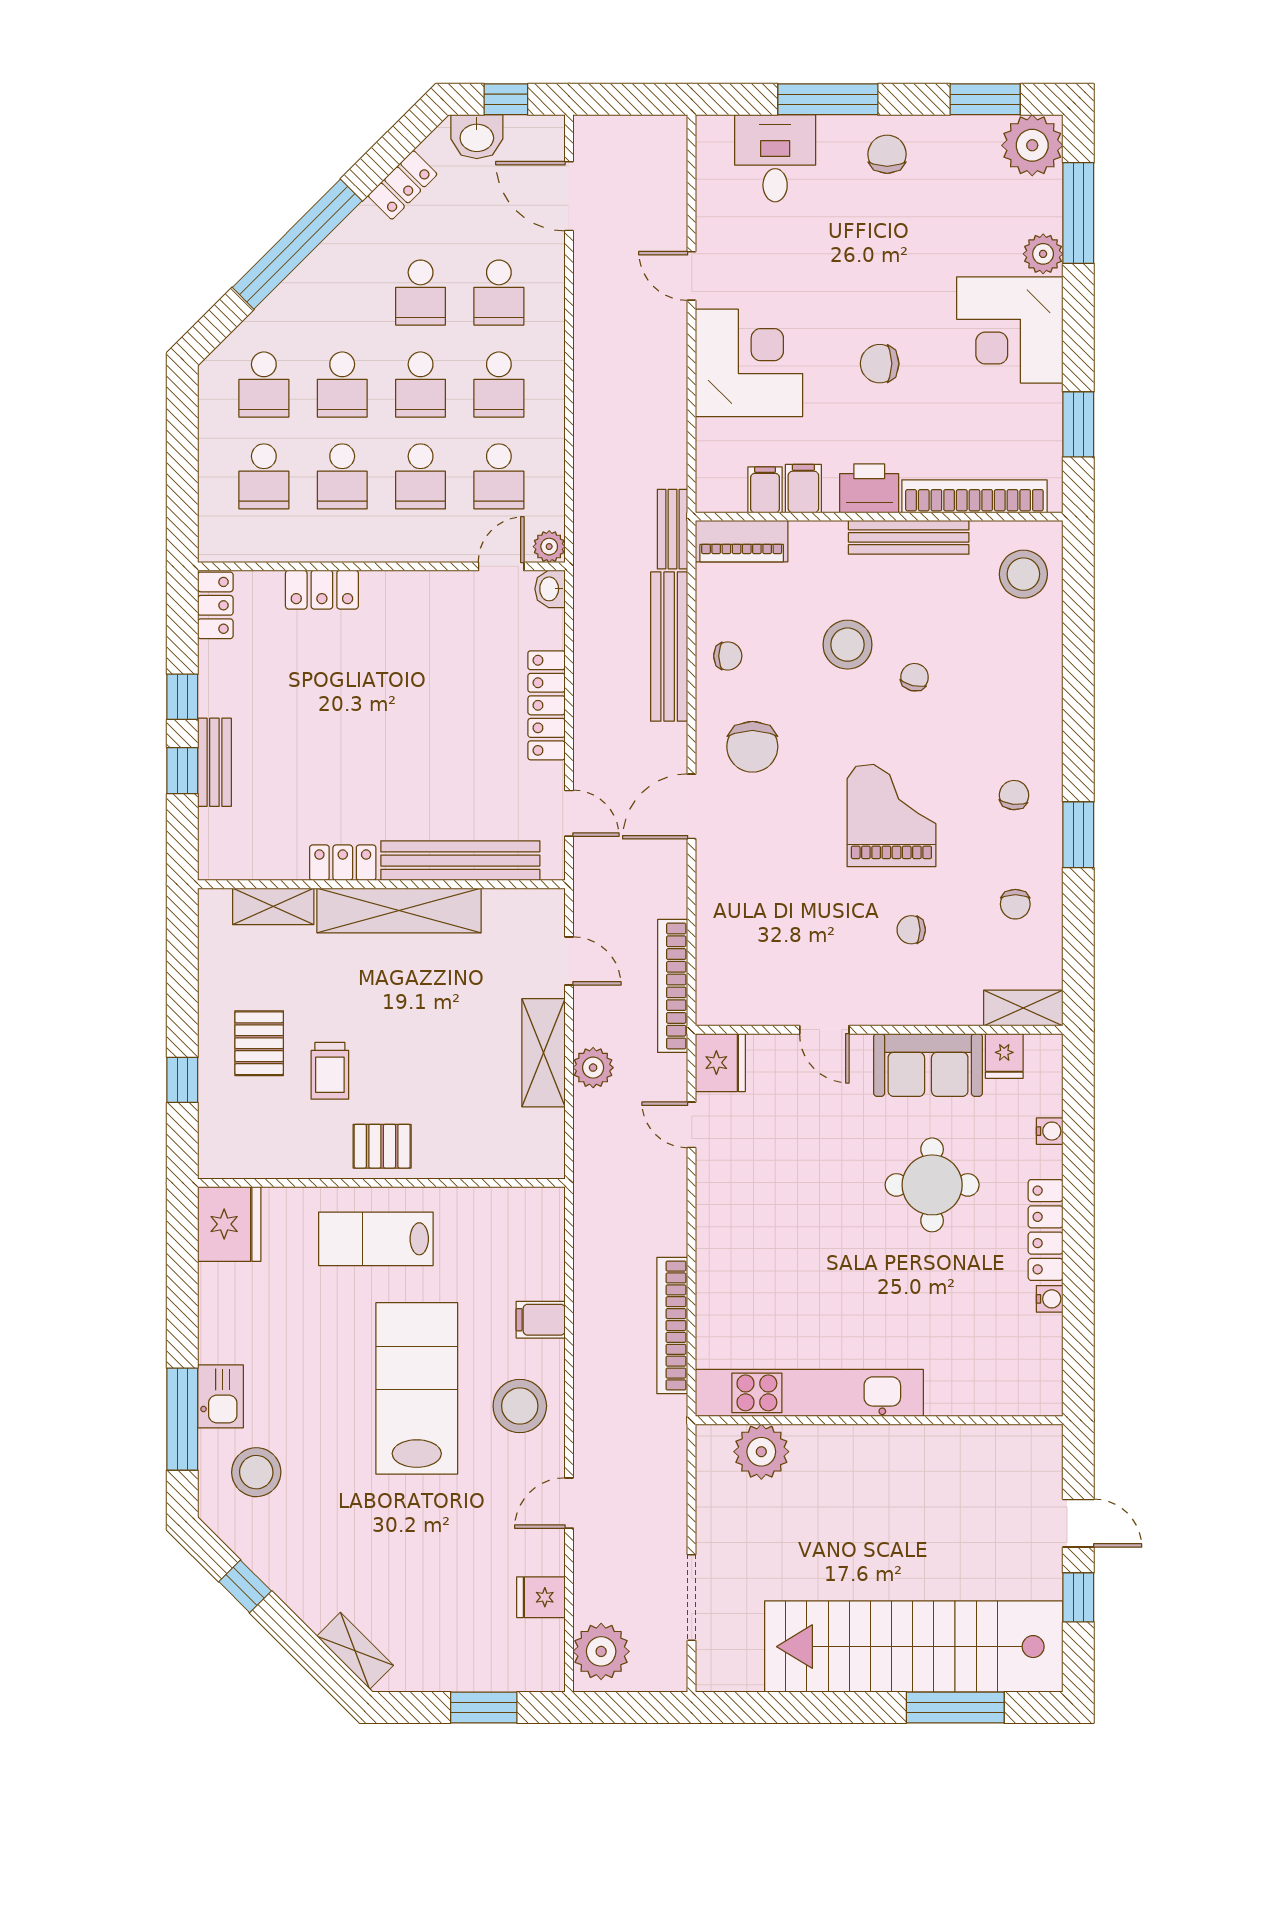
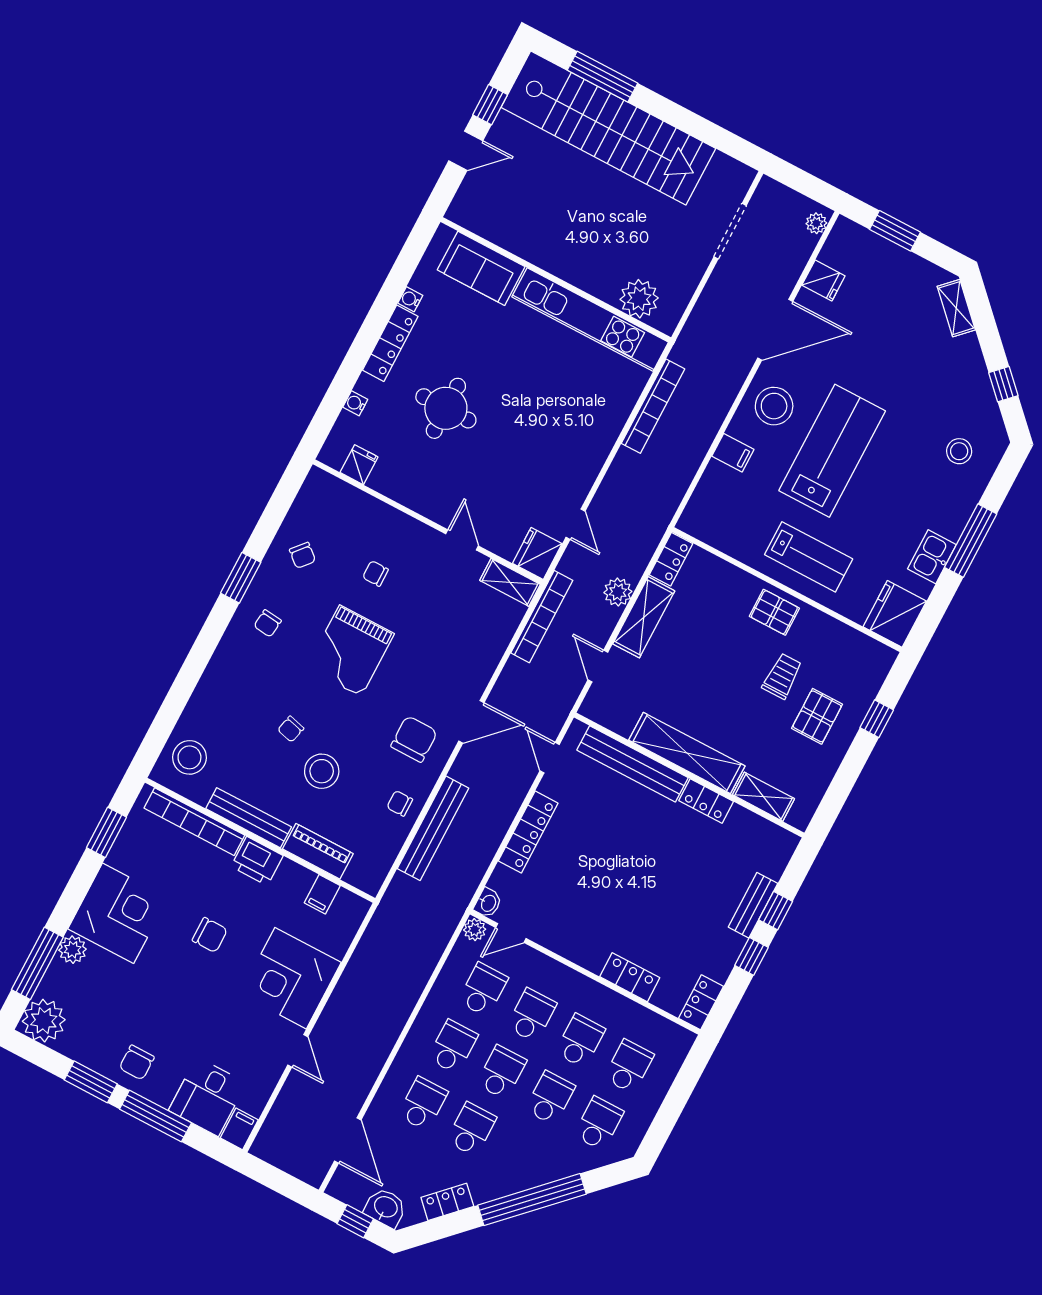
window: (985, 99) -> (91, 1082), moved
filing cabinet: (803, 489) -> (239, 1129), moved, turned 180
bench: (673, 529) -> (392, 900), removed
piano: (742, 541) -> (318, 851), moved
chair: (1015, 904) -> (302, 555), turned 131
chair: (911, 930) -> (375, 573), turned 180
shelving: (1023, 1008) -> (510, 582), moved
sofa: (928, 1065) -> (481, 268), moved, turned 180
locker: (548, 1144) -> (671, 559), added
lab bench: (417, 1388) -> (832, 451), turned 180
kitchen sink: (220, 1396) -> (932, 557), moved
window: (182, 1419) -> (971, 541), moved
stool: (256, 1472) -> (959, 451), width x0.73, depth x0.73
door: (569, 1503) -> (775, 330), width x1.87
door: (1078, 1523) -> (466, 151), swing flipped
plant: (601, 1651) -> (816, 223), width x0.53, depth x0.53

